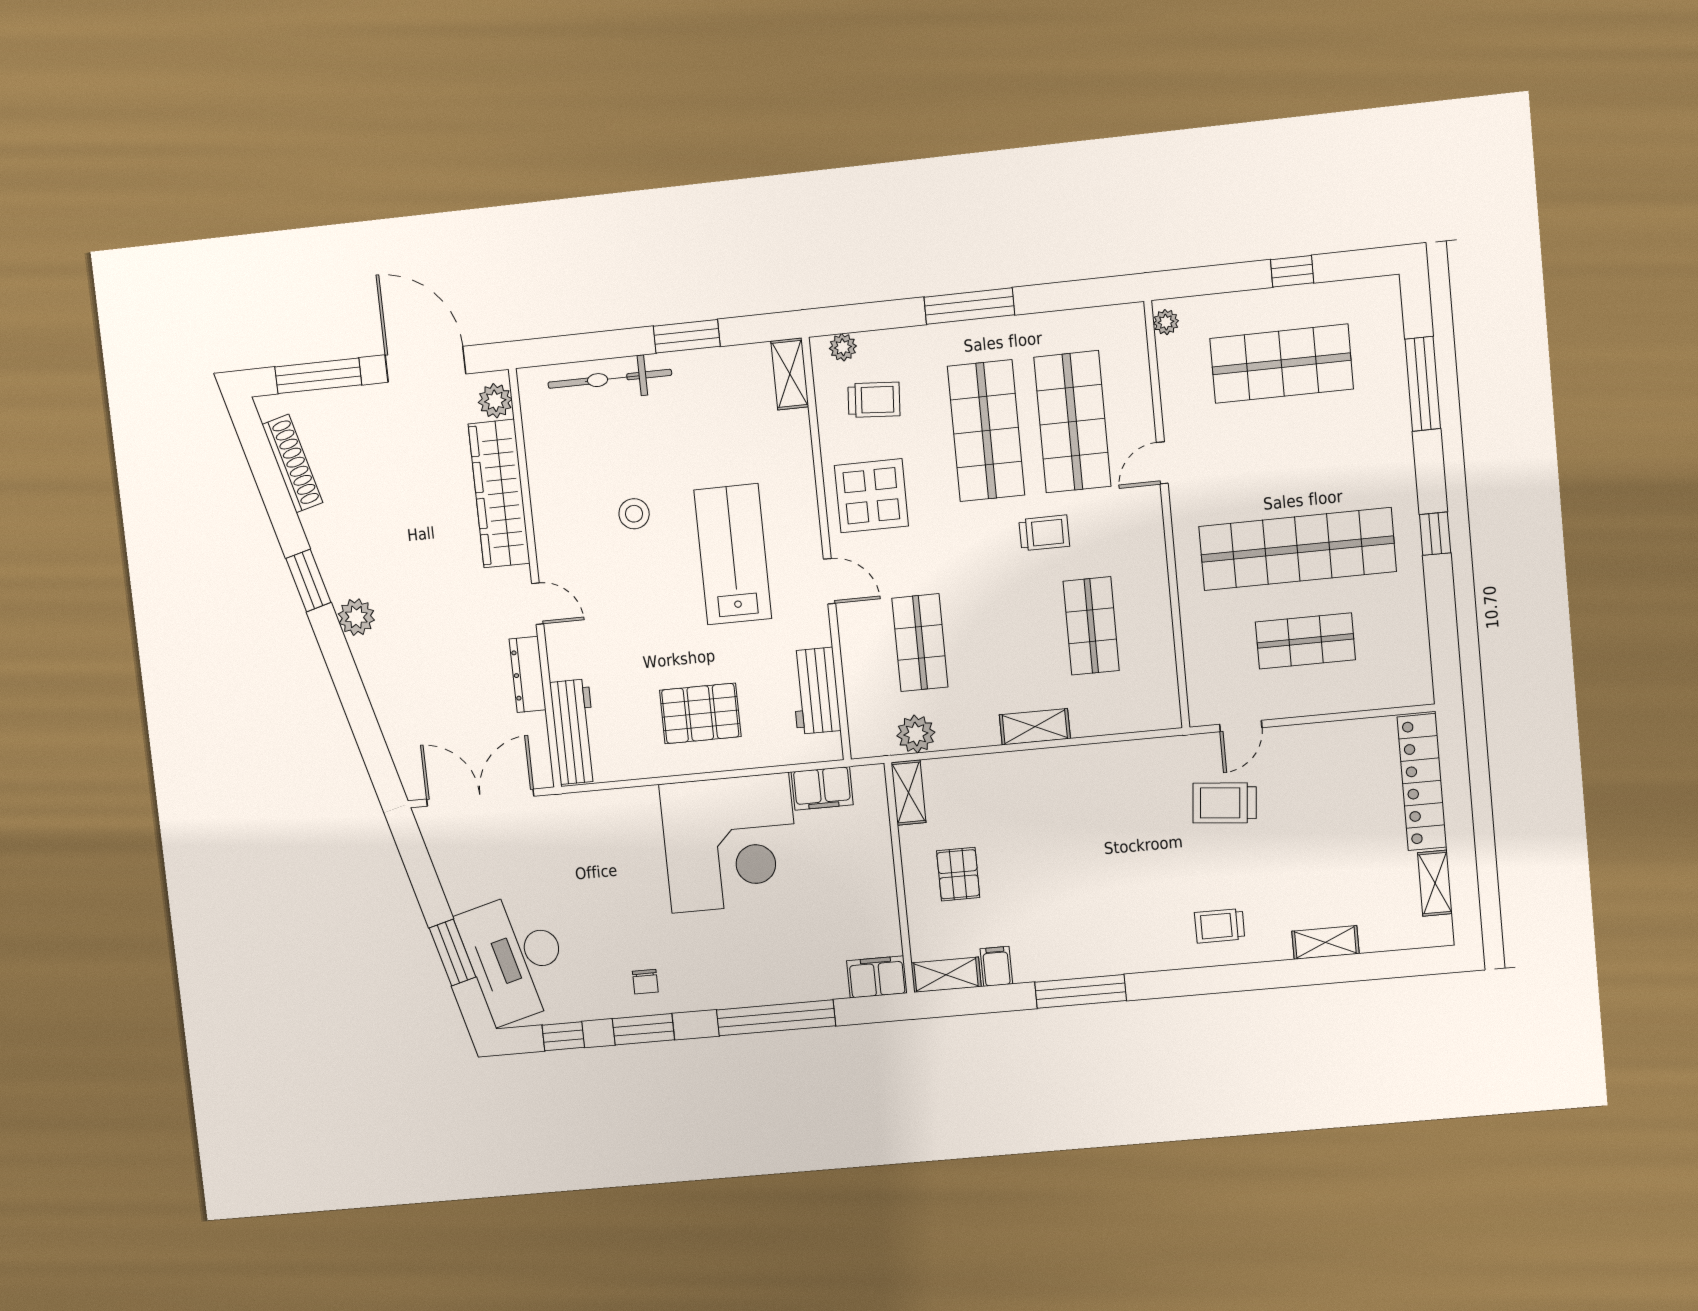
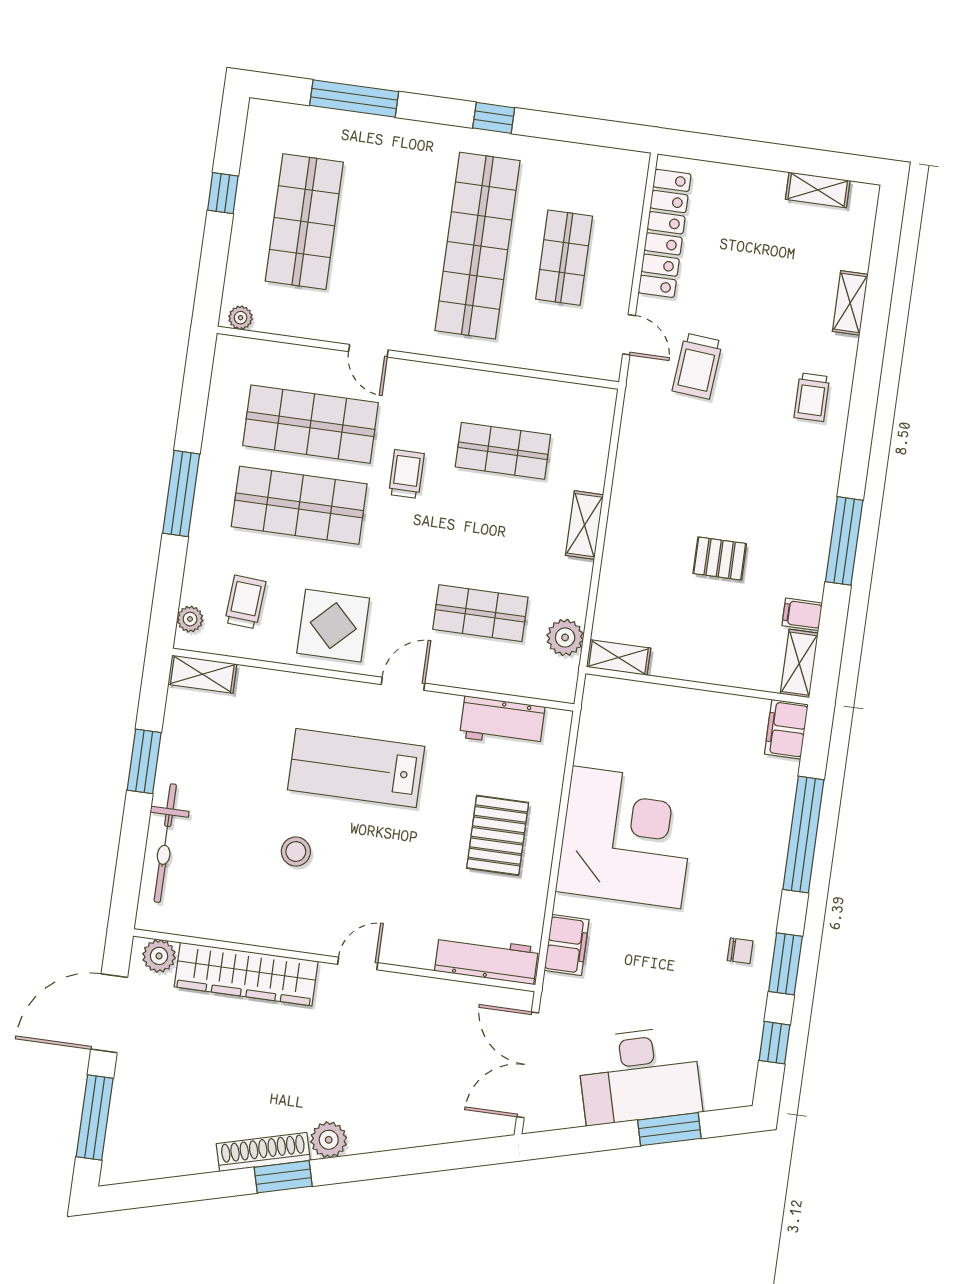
shoe rack: (292, 463) -> (263, 1152), moved
dresser: (528, 674) -> (422, 990), removed
locker: (1422, 782) -> (665, 233), moved, turned -90
filing cabinet: (822, 788) -> (567, 945), moved
pallet: (958, 874) -> (720, 558), moved
desk: (516, 957) -> (639, 1076), moved

